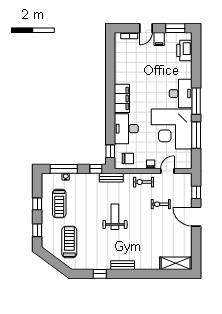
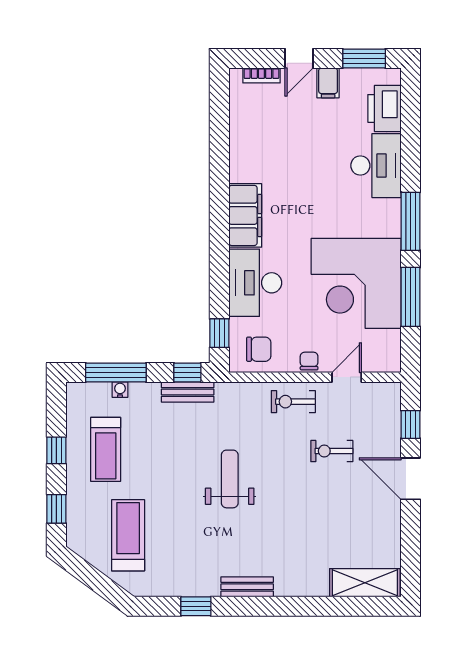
desk: (181, 94) -> (376, 166), moved
bench: (111, 178) -> (188, 392), moved

